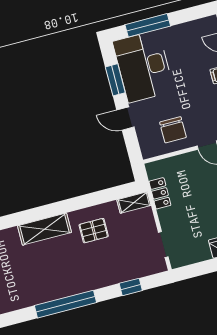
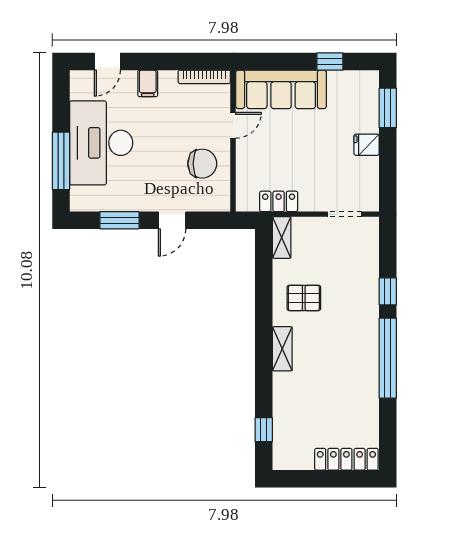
desk: (143, 66) -> (101, 143), moved, turned 90
shelving: (44, 229) -> (282, 349), width x0.67, depth x0.75
pallet: (94, 231) -> (304, 298), turned 90
window: (131, 287) -> (388, 291), moved

